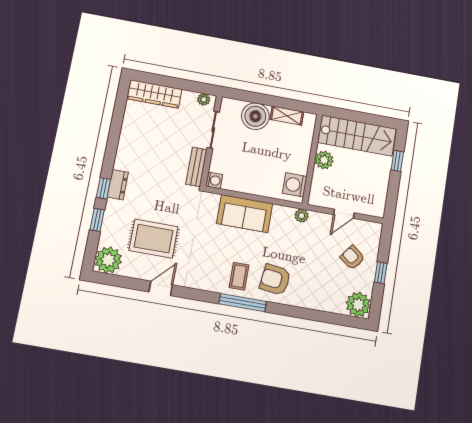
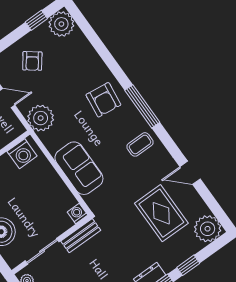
plant: (302, 216) -> (41, 118), width x1.87, depth x1.87
window: (381, 273) -> (36, 20), moved
coffee table: (239, 276) -> (140, 144), moved

